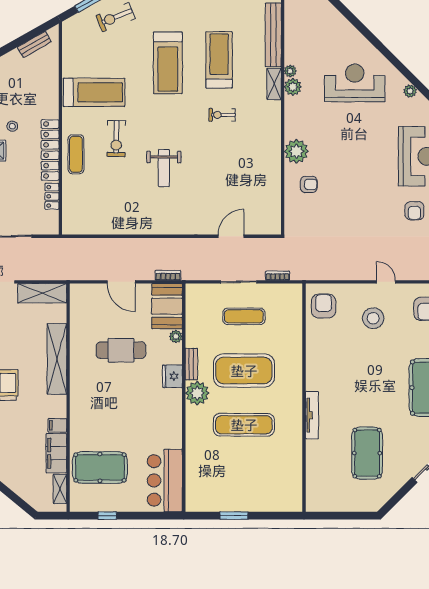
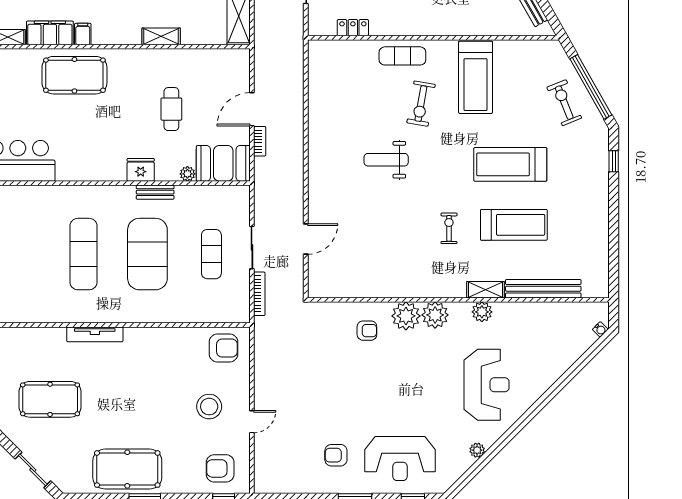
plant: (290, 71) -> (435, 315), moved, width x1.88, depth x1.88
exercise bike: (116, 139) -> (421, 104), turned -81
locker: (50, 150) -> (407, 26), removed
armchair: (309, 184) -> (367, 331), turned -90
door: (231, 236) -> (306, 239), hinge flipped
bookcase: (168, 275) -> (260, 141), moved
bookcase: (278, 276) -> (259, 294), width x1.56
cafe table: (121, 350) -> (171, 109), width x0.73, depth x0.74
shelving: (57, 359) -> (161, 36), width x0.45, depth x0.75
plant: (197, 393) -> (121, 199), removed
pool table: (100, 467) -> (74, 75), moved, turned 90

